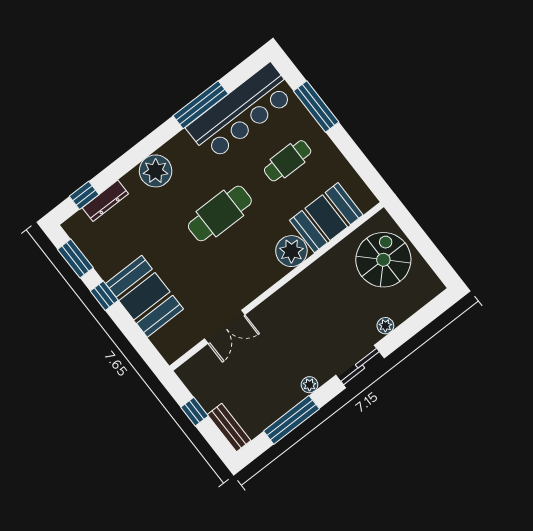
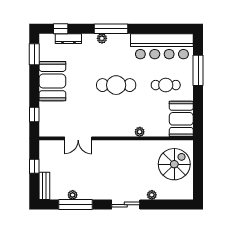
window: (201, 105) -> (111, 29), moved
plant: (156, 171) -> (102, 38), width x0.53, depth x0.53
booth: (326, 218) -> (181, 119), moved, turned 90
plant: (291, 251) -> (140, 132), width x0.53, depth x0.53
window: (104, 296) -> (34, 114), moved
booth: (144, 296) -> (52, 81), moved
plant: (310, 385) -> (73, 195), moved

